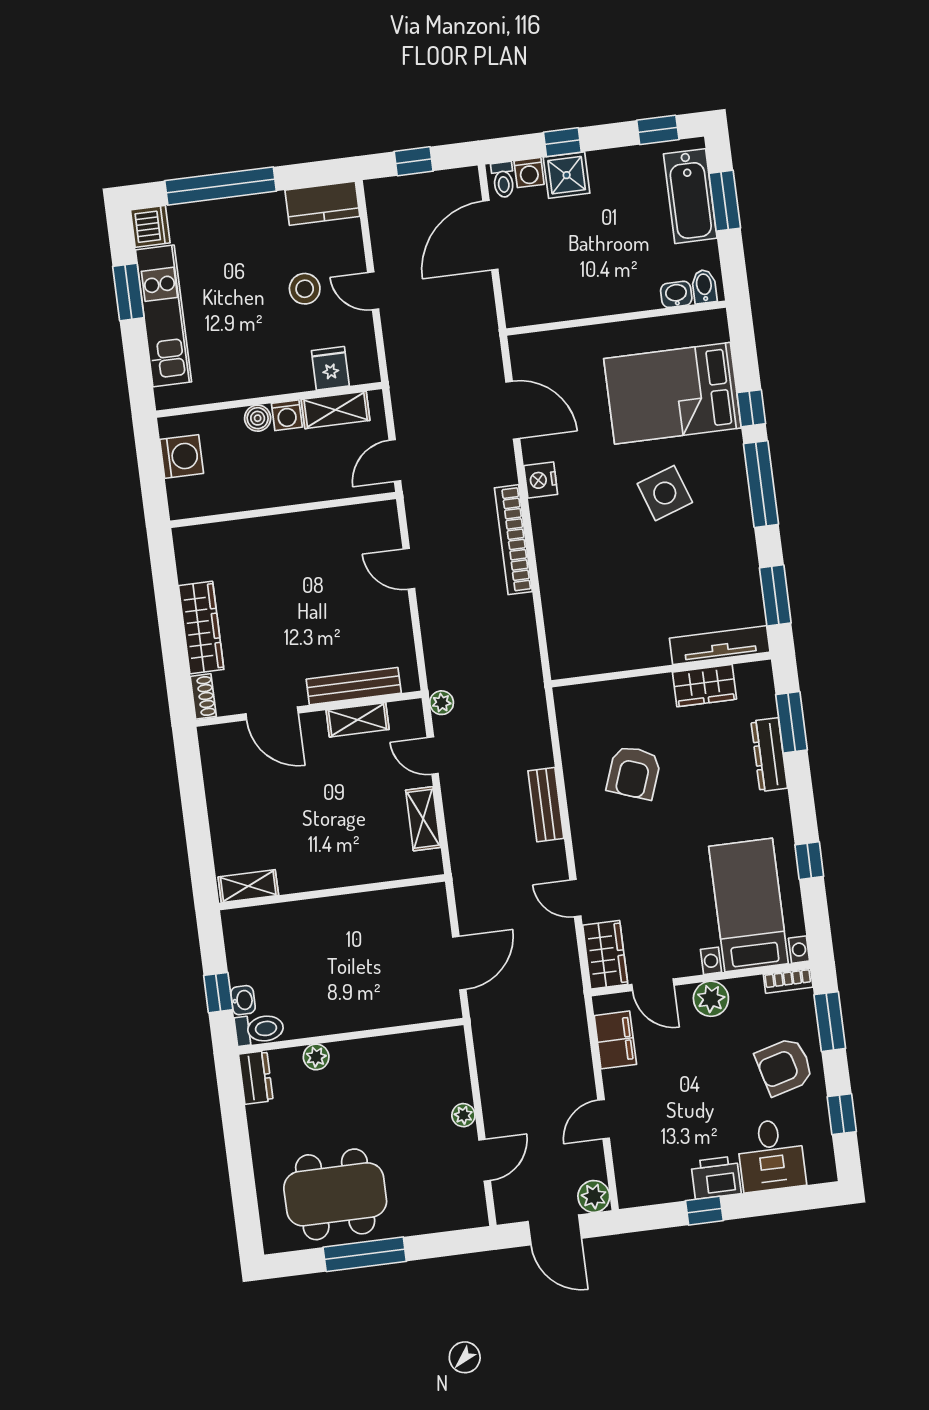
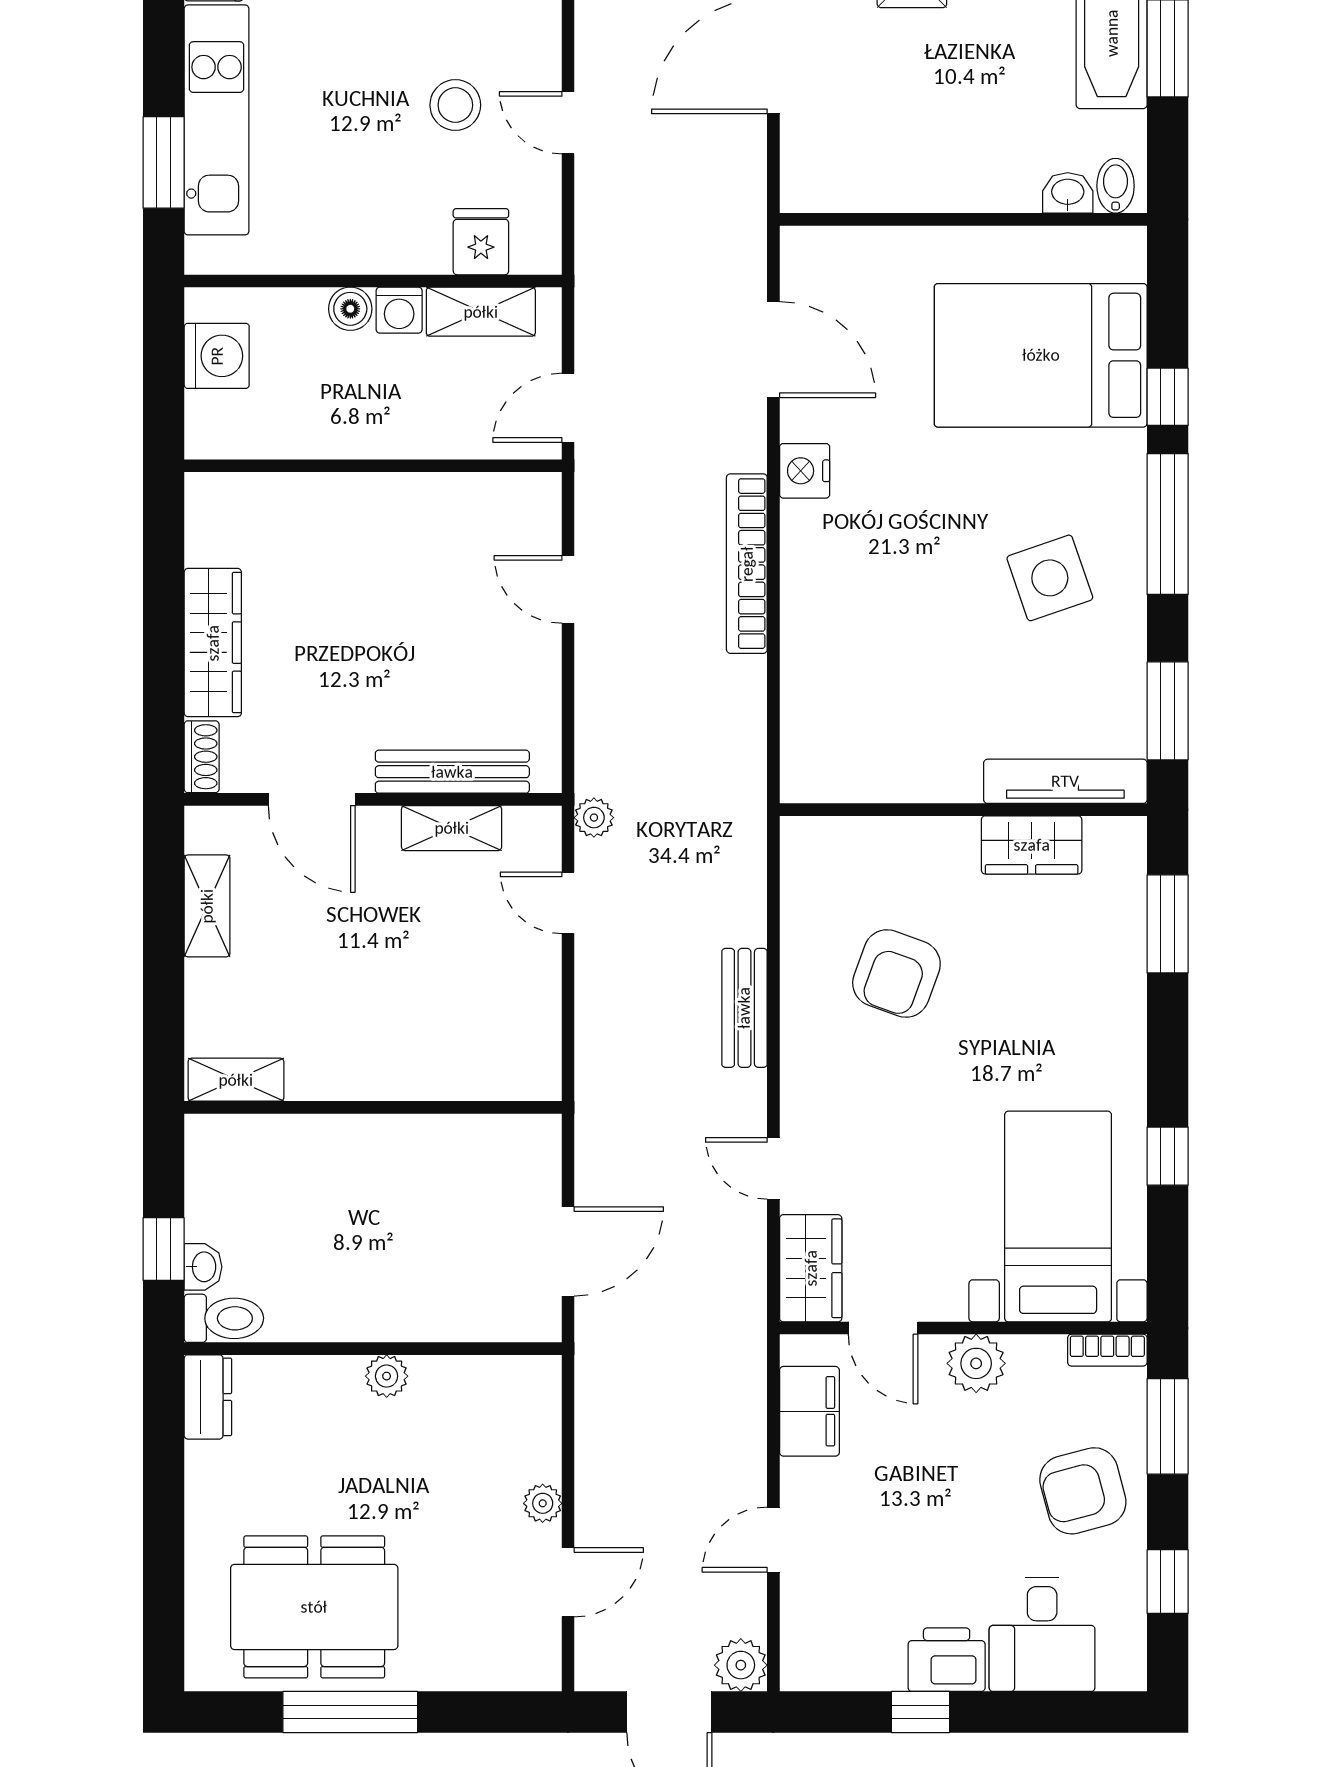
window: (128, 292) -> (164, 162), moved
side table: (665, 493) -> (1050, 578), moved
dresser: (769, 755) -> (1124, 973), removed
shelving: (423, 819) -> (207, 906), moved
plant: (316, 1057) -> (387, 1376), moved

